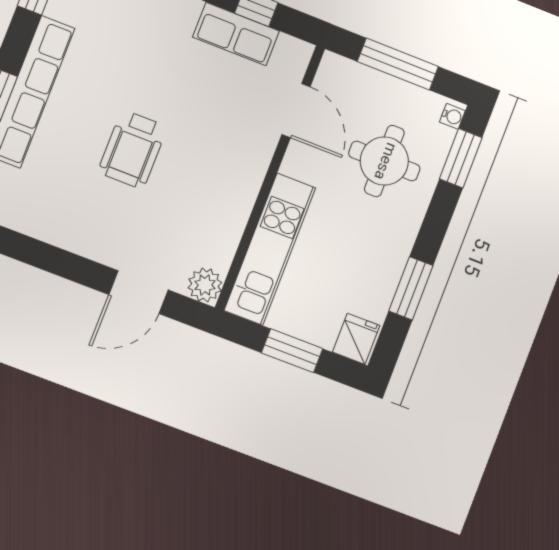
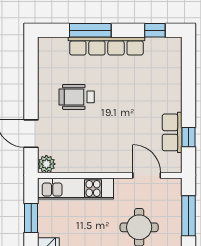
door: (296, 111) -> (147, 175), swing flipped
wheelchair: (133, 149) -> (77, 97), moved

